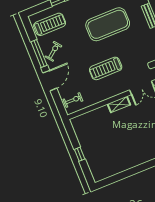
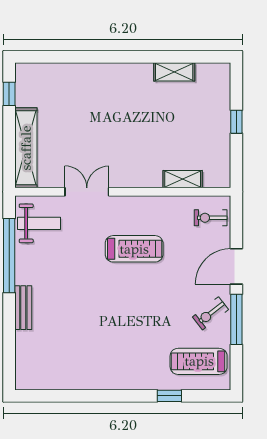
exercise mat: (108, 24) -> (101, 322), removed
shelving: (119, 104) -> (183, 179), moved
shelving: (122, 167) -> (174, 72), added

